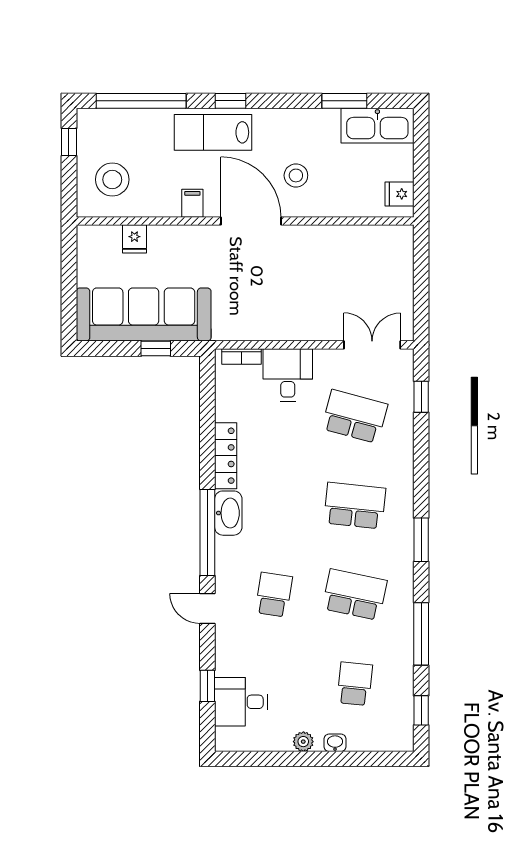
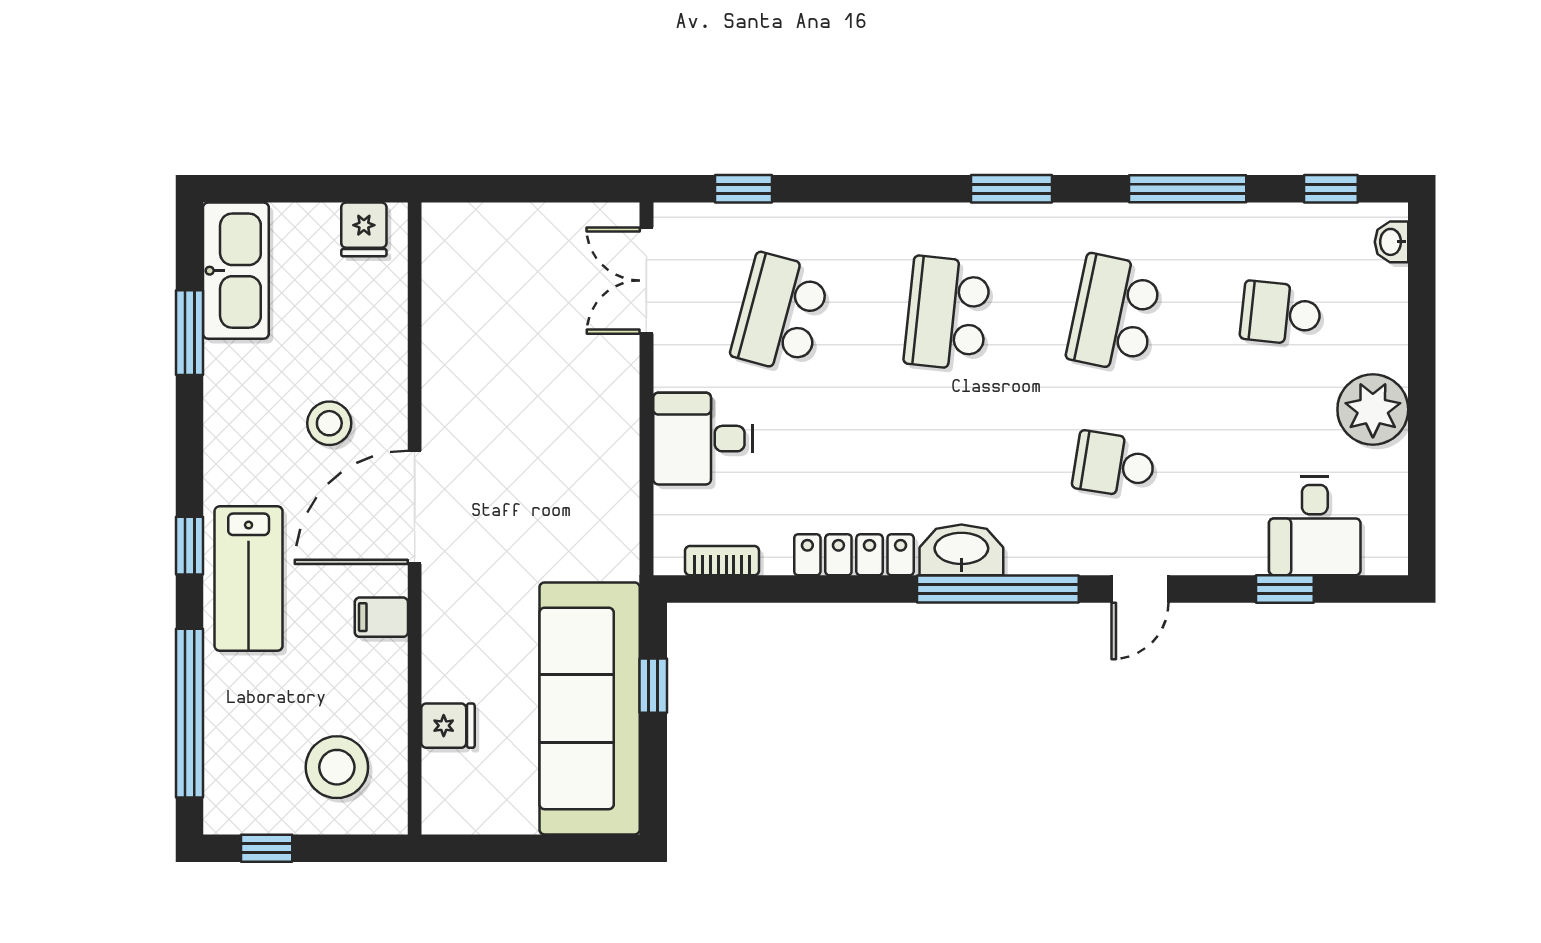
bookcase: (242, 356) -> (722, 561), moved, turned -90
plant: (303, 742) -> (1373, 409), width x1.88, depth x1.88
washbasin: (335, 743) -> (1392, 242), moved

